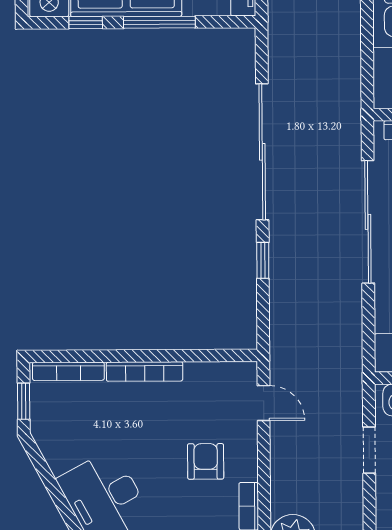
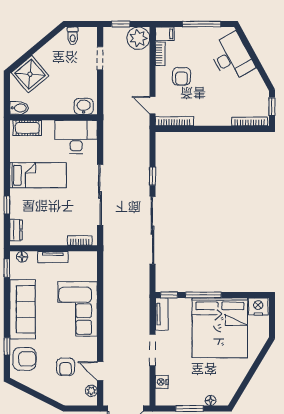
window: (86, 23) -> (169, 295), moved
bookcase: (145, 371) -> (174, 121), moved
doorway: (369, 450) -> (100, 58), moved

